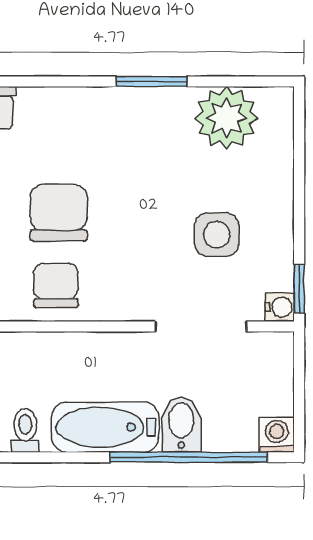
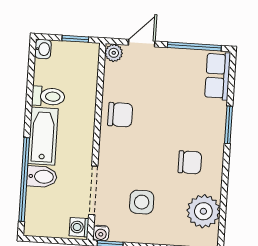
window: (152, 81) -> (228, 125), moved
chair: (59, 213) -> (190, 162), moved, width x0.73, depth x0.73
toilet: (25, 431) -> (48, 96), width x1.37, depth x1.39
washing machine: (277, 435) -> (79, 227), moved, turned 180

